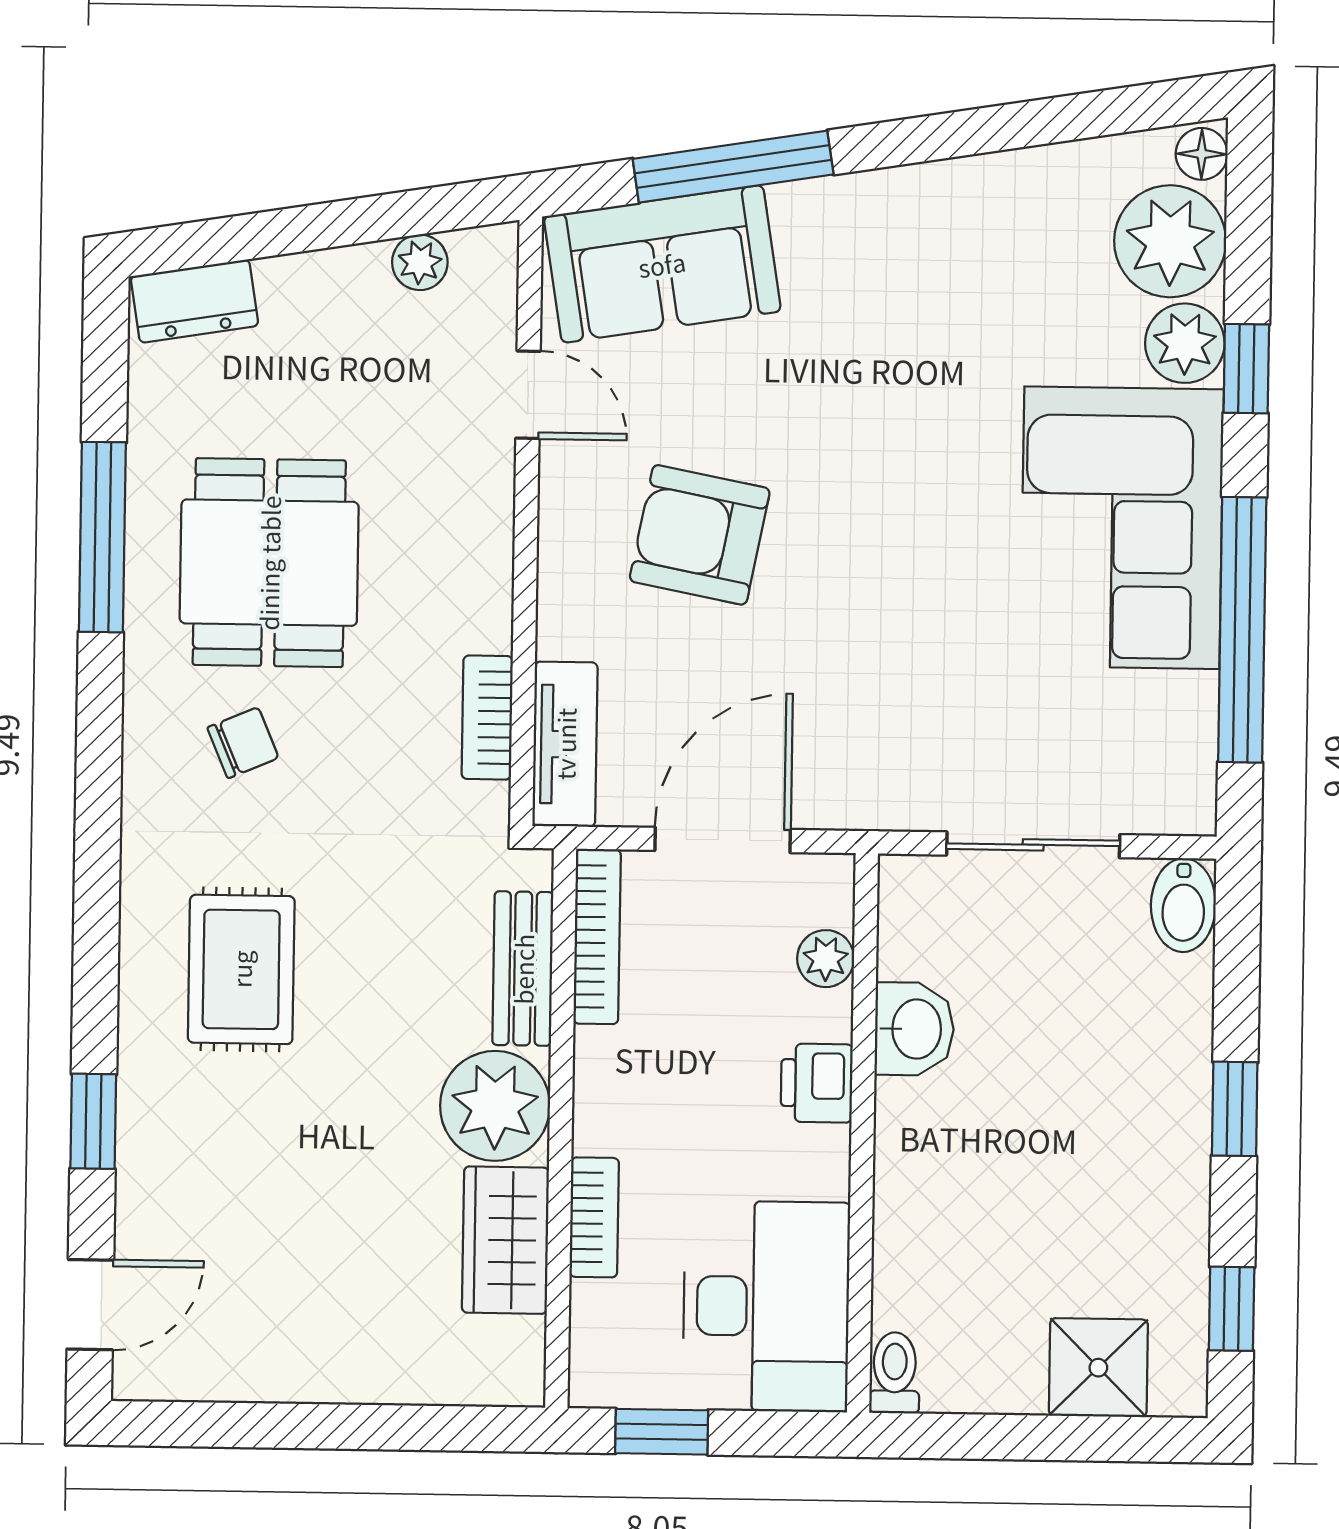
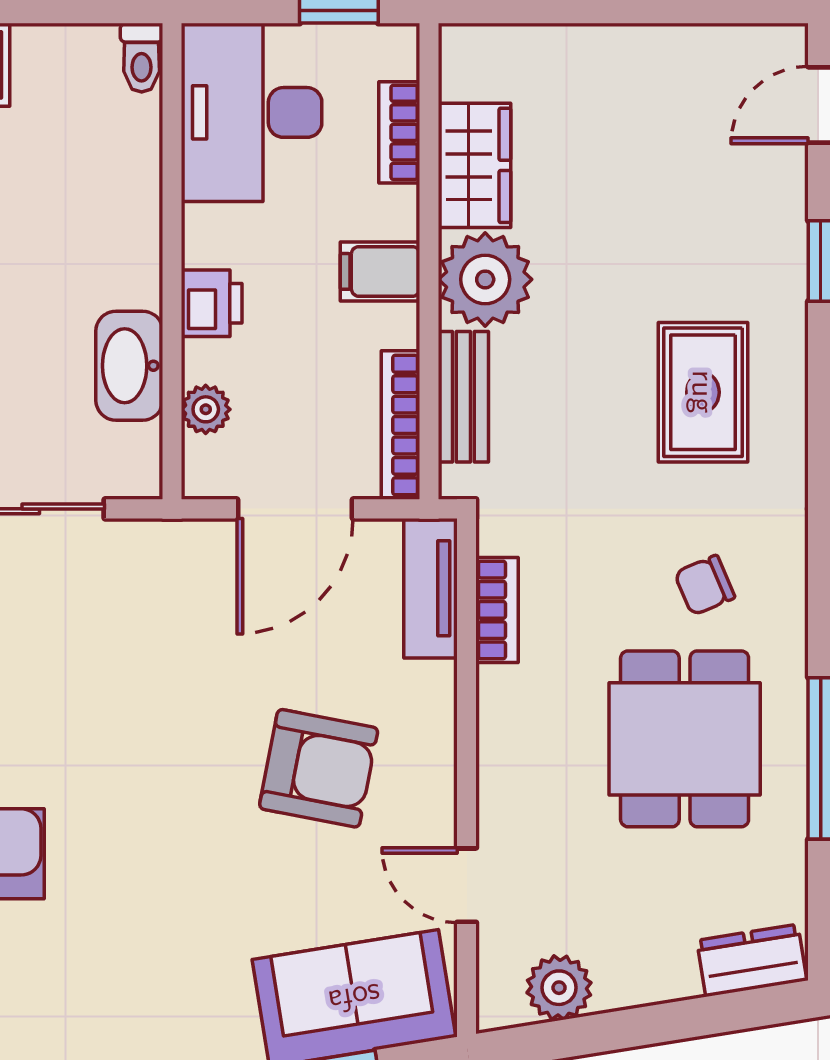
plant: (420, 262) -> (559, 988), width x1.38, depth x1.38
washbasin: (914, 1029) -> (129, 366), width x1.38
filing cabinet: (618, 1117) -> (380, 271), added
bookcase: (594, 1217) -> (399, 132), moved

